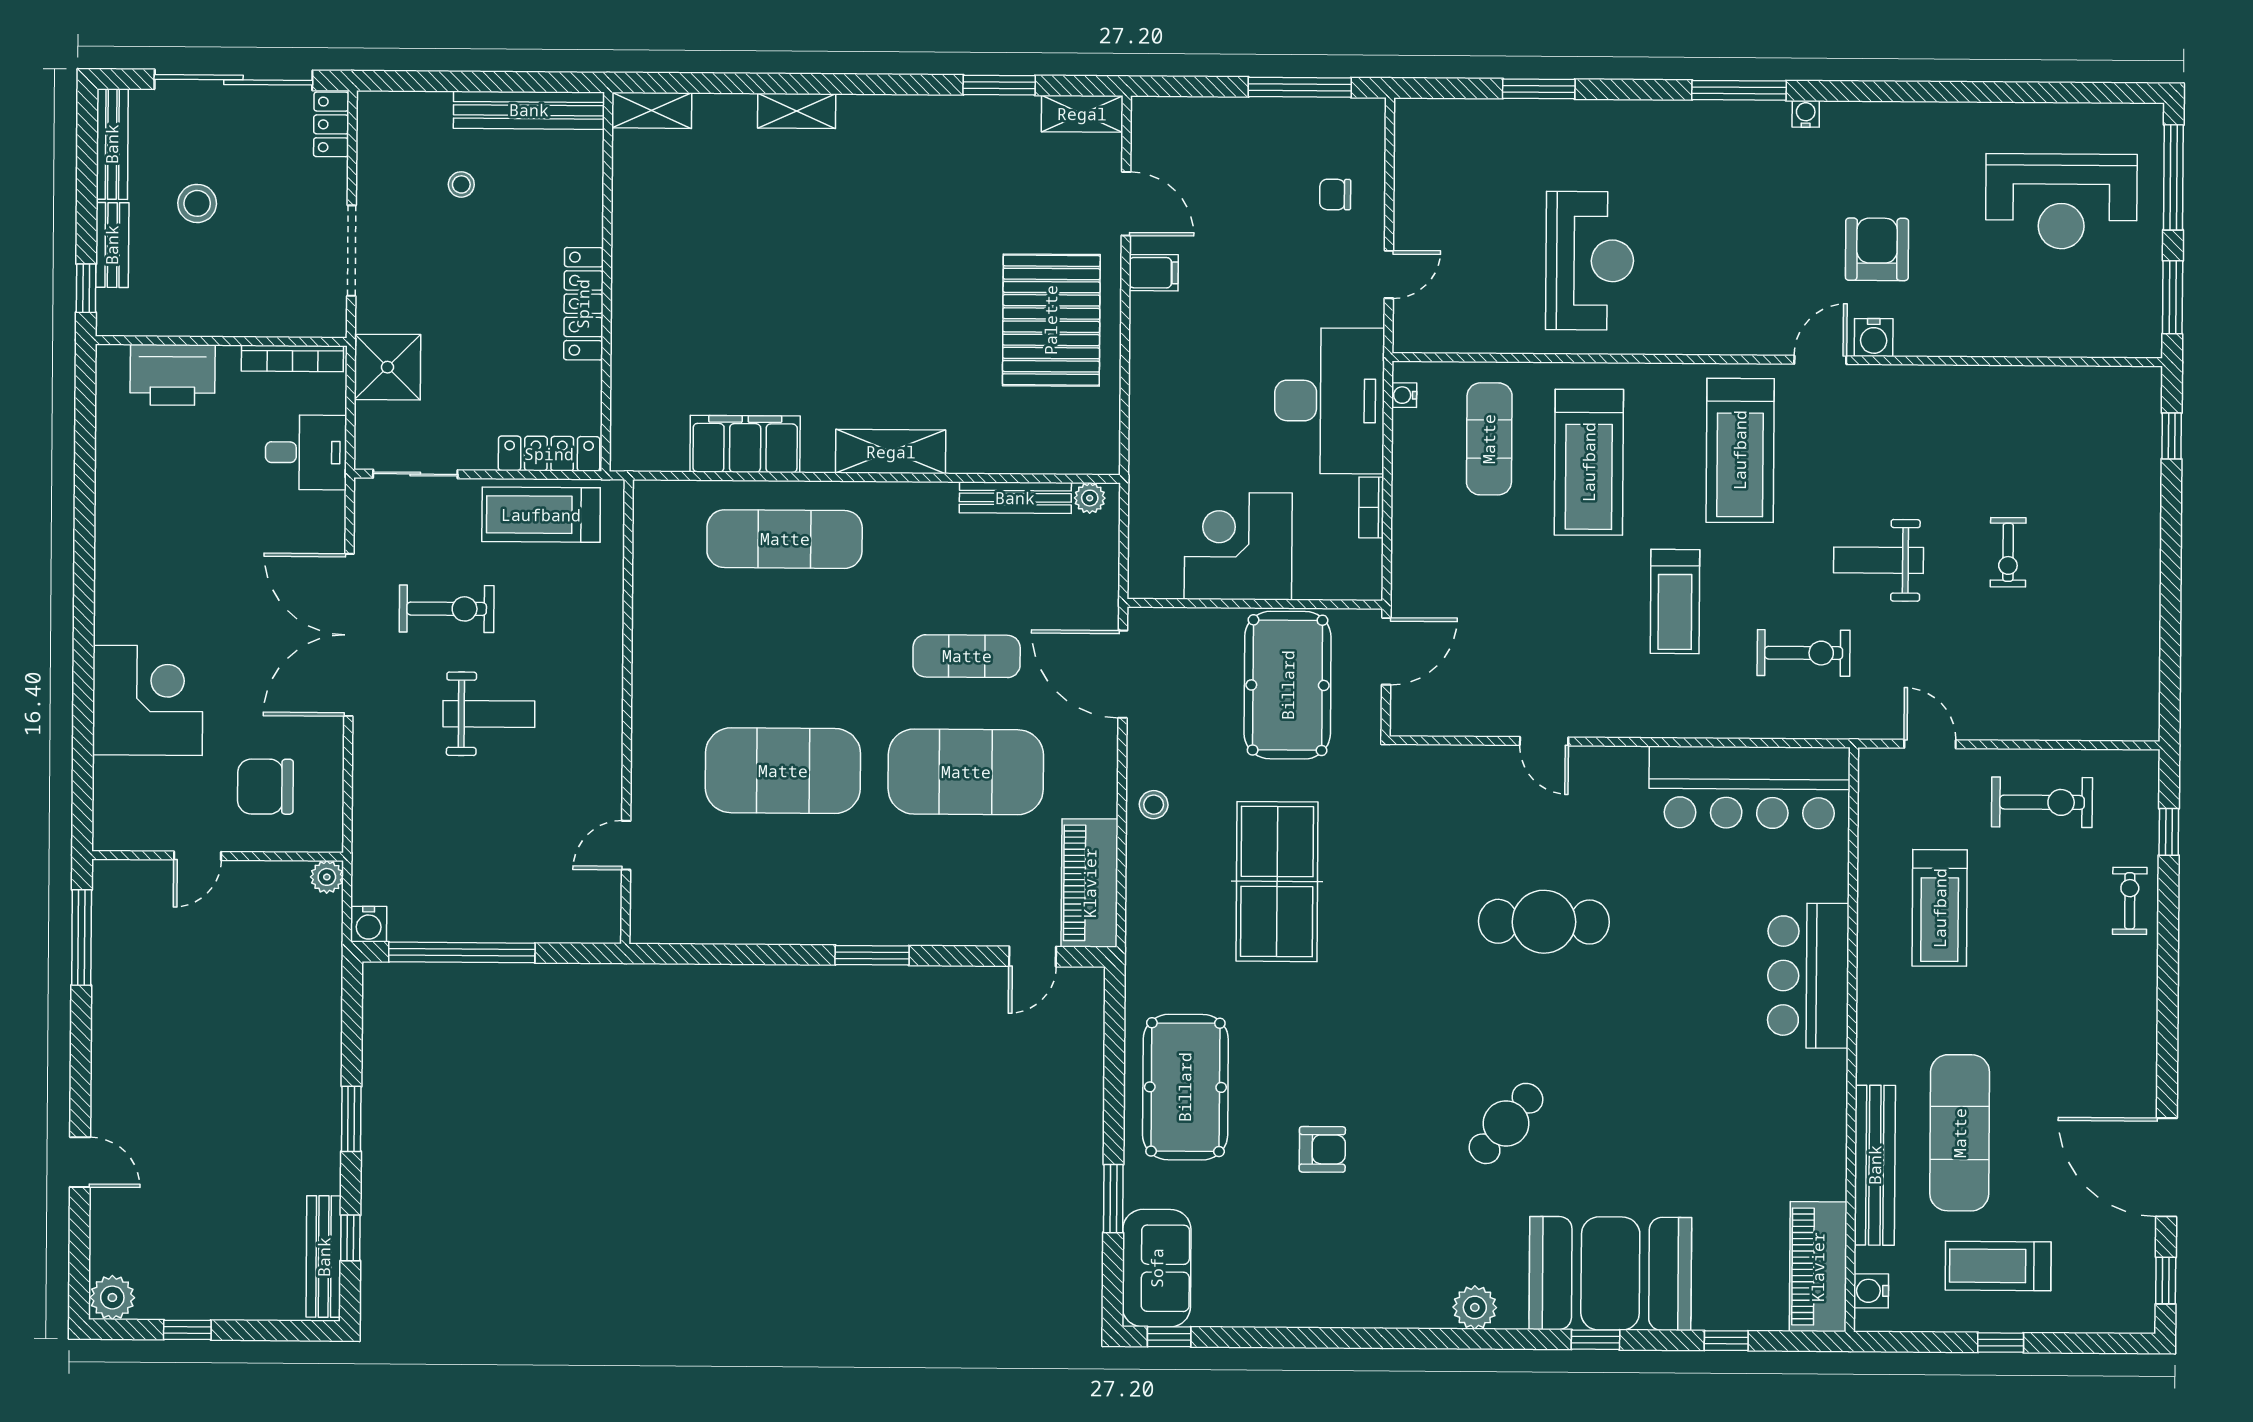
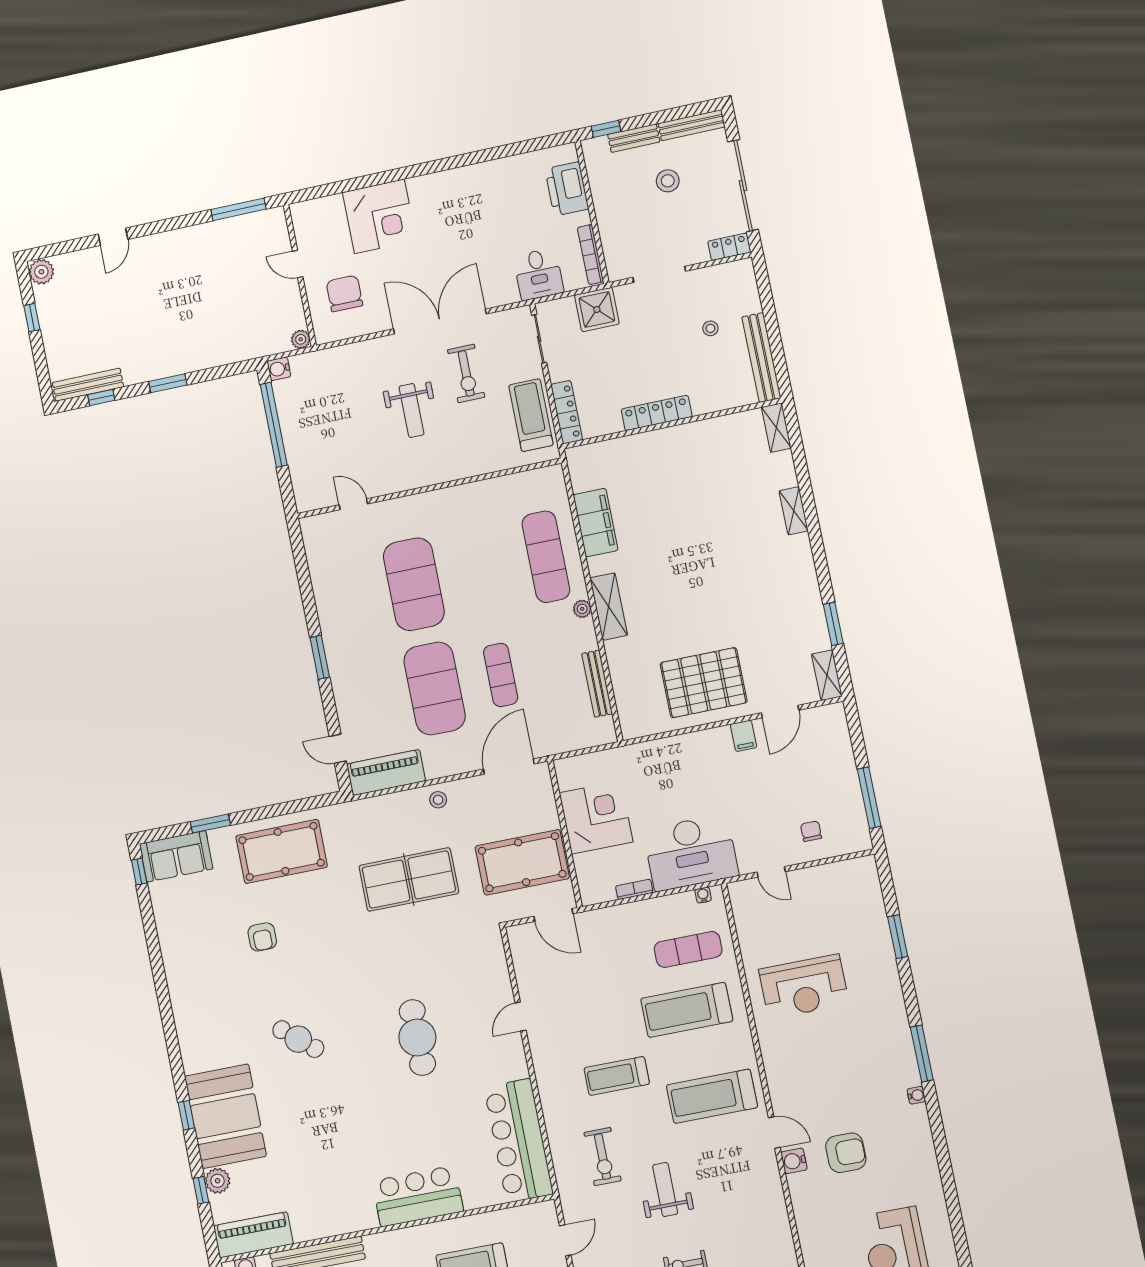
plant: (1090, 498) -> (582, 609), moved
plant: (1475, 1307) -> (218, 1181), moved

